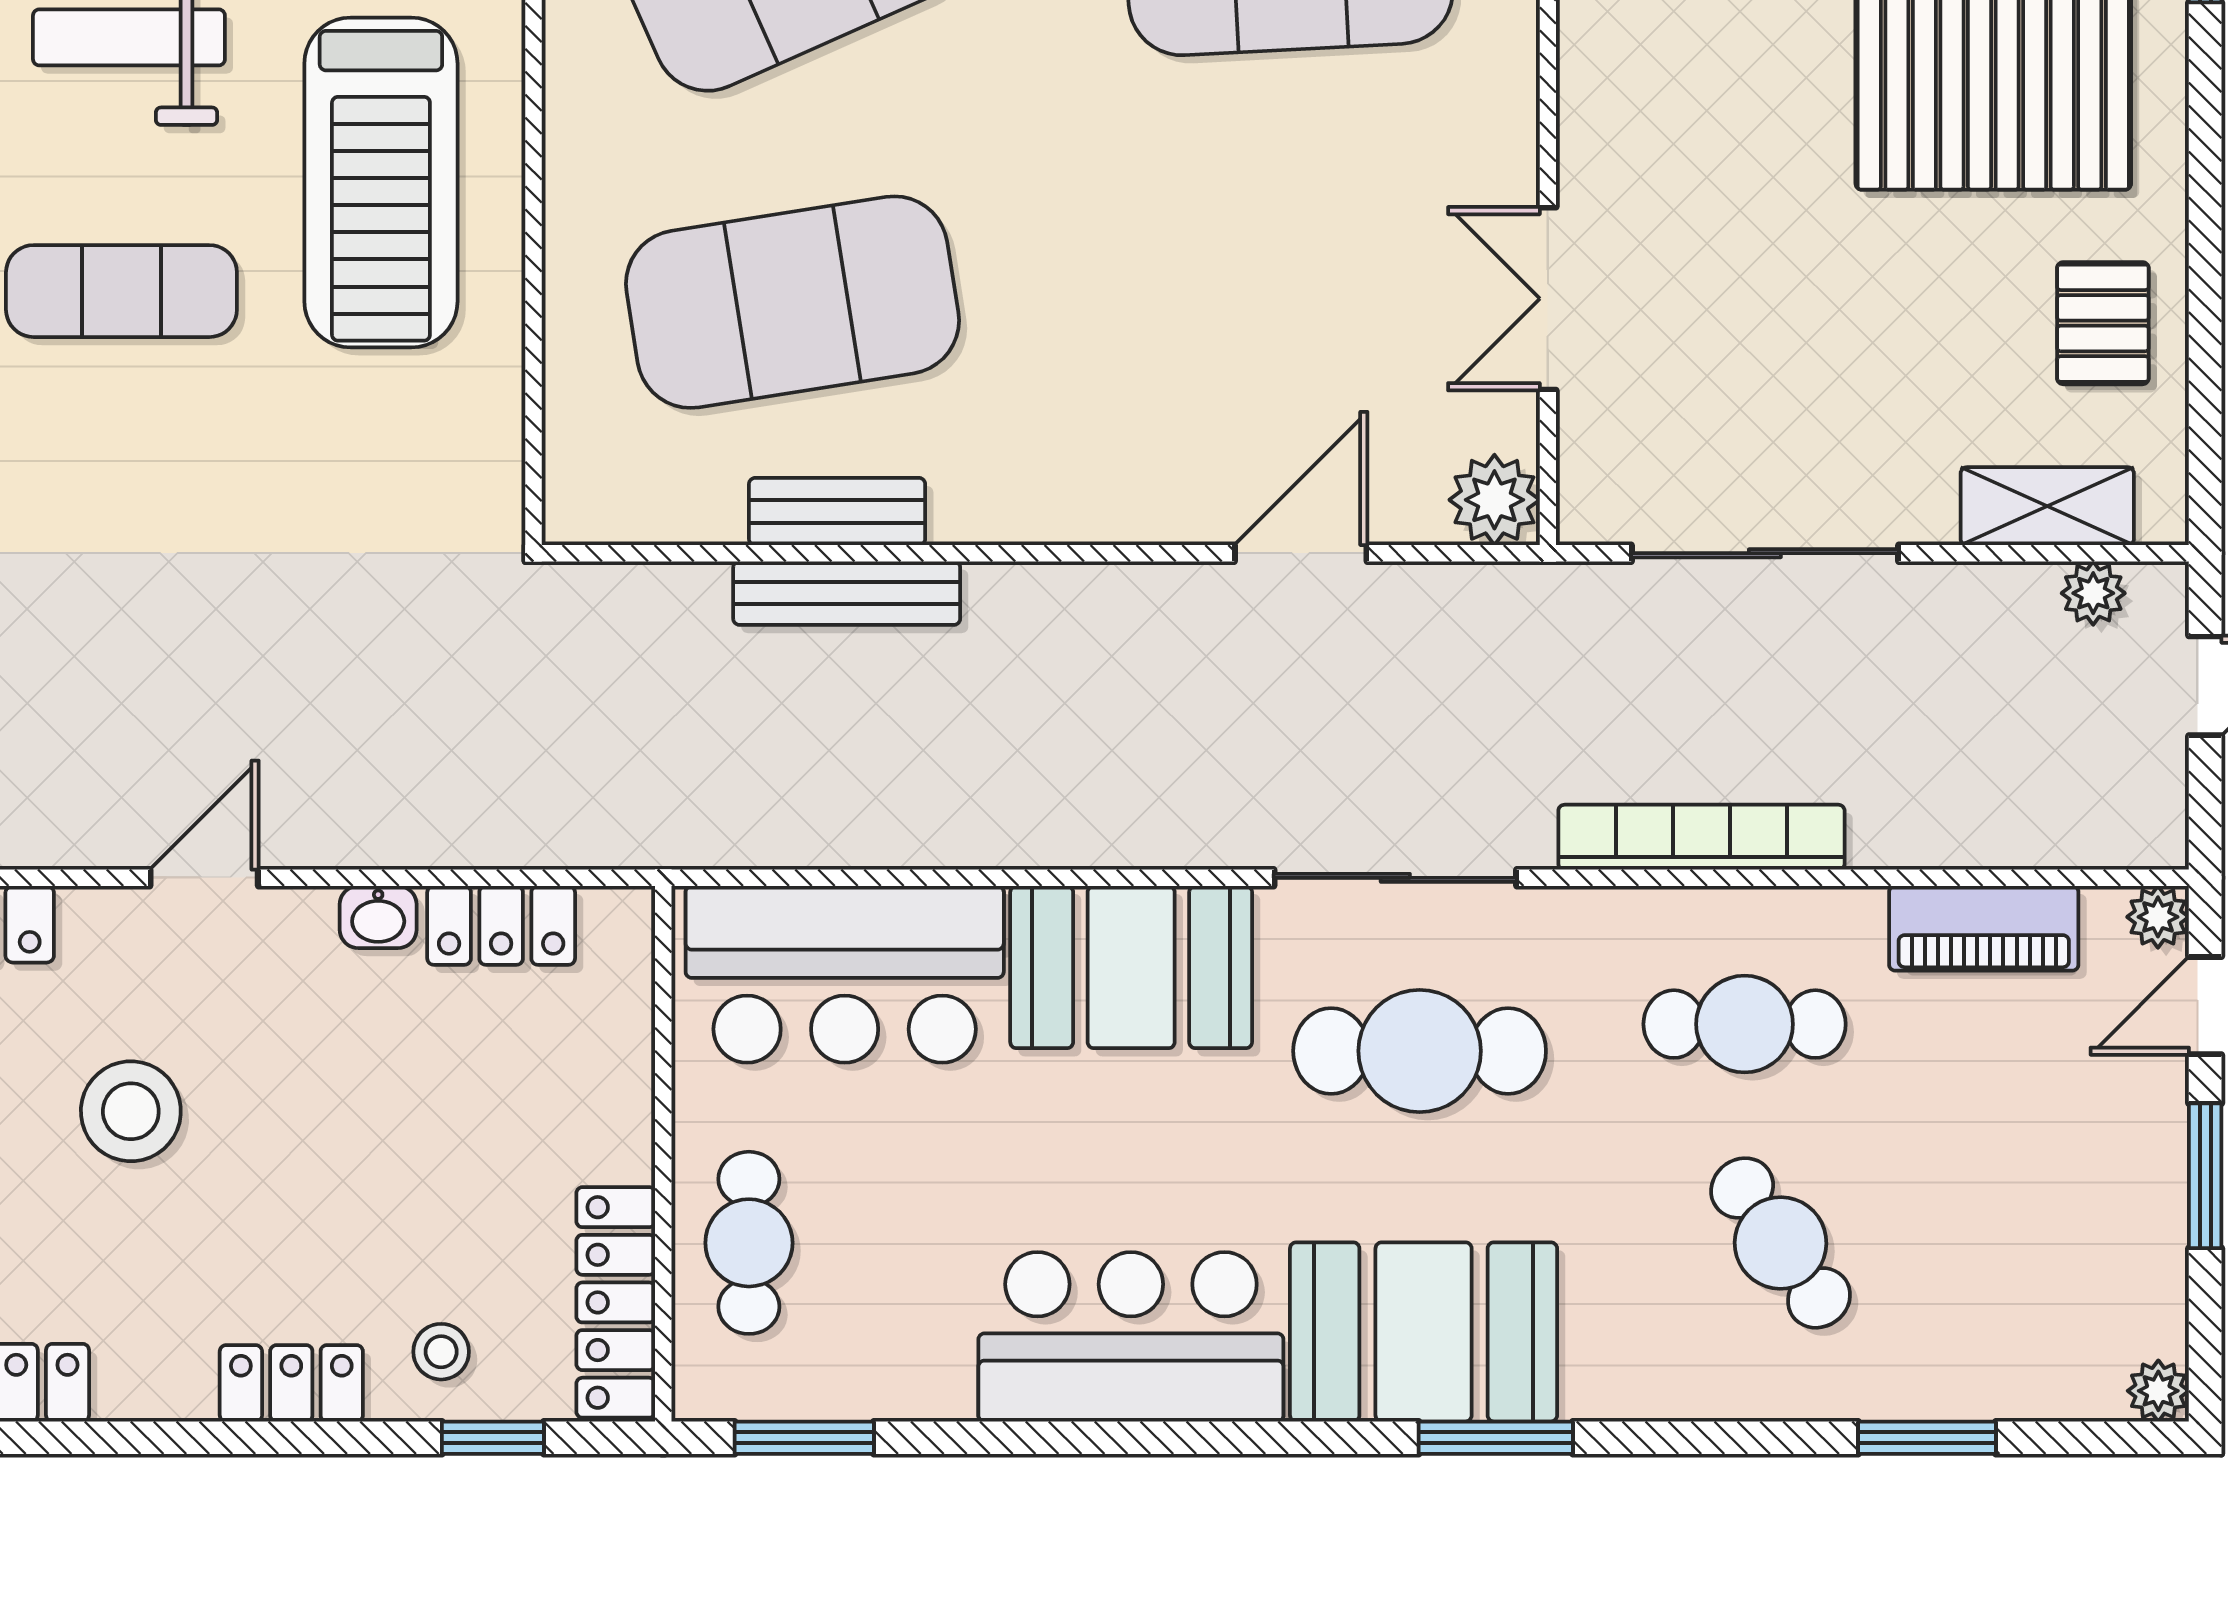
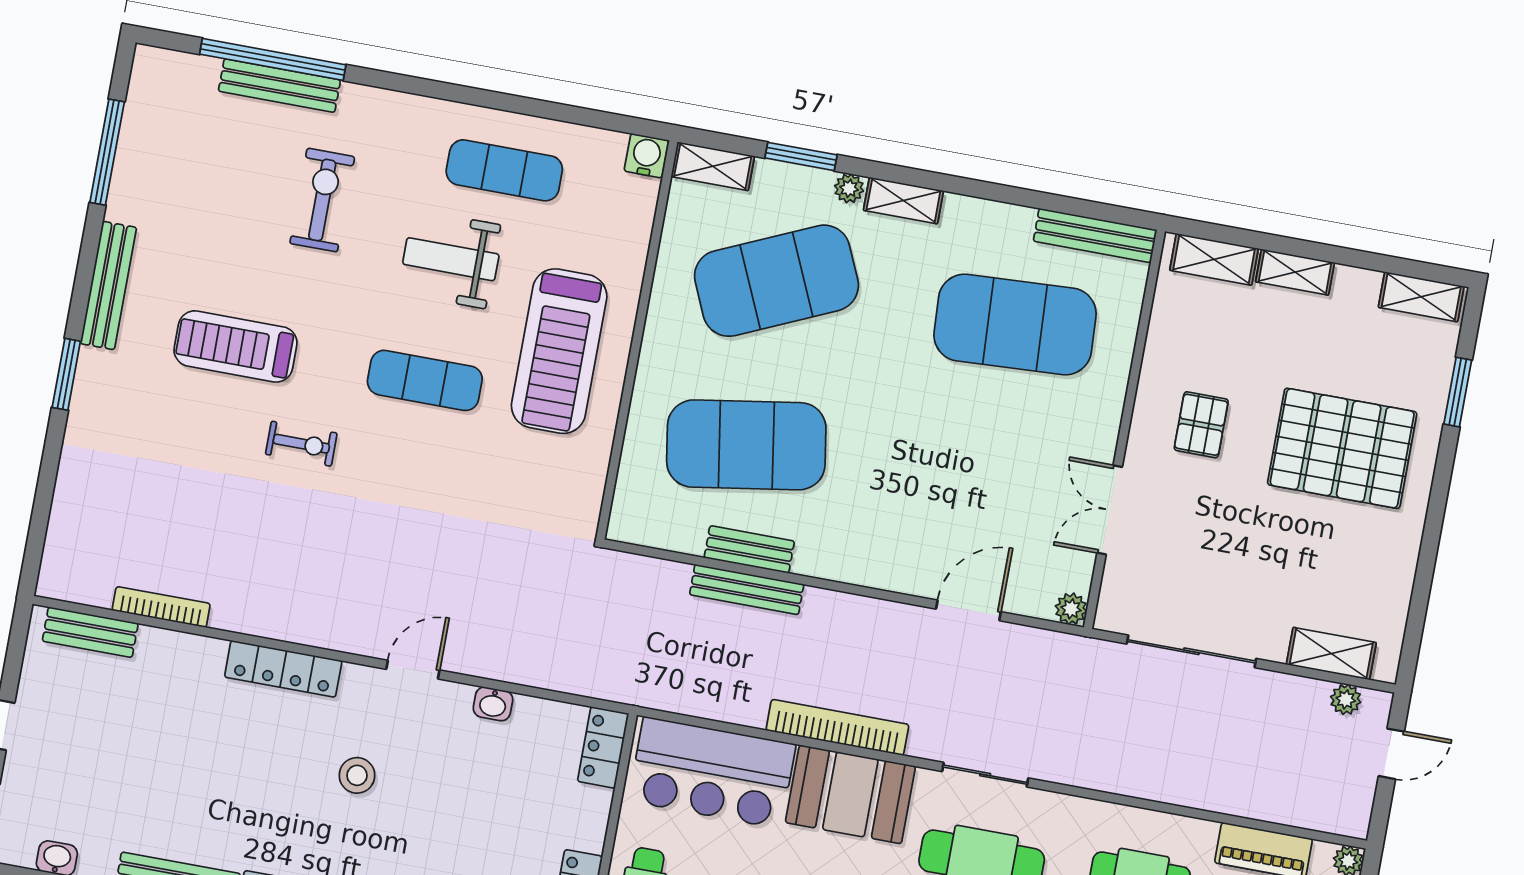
pallet: (2103, 323) -> (1201, 425), moved
plant: (1494, 500) -> (1071, 609), width x0.73, depth x0.73
bookcase: (1701, 837) -> (837, 727), moved
sliding door: (1395, 878) -> (985, 775), width x0.73
locker: (501, 925) -> (603, 747), moved, turned 90
stool: (131, 1111) -> (357, 775), width x0.73, depth x0.73

